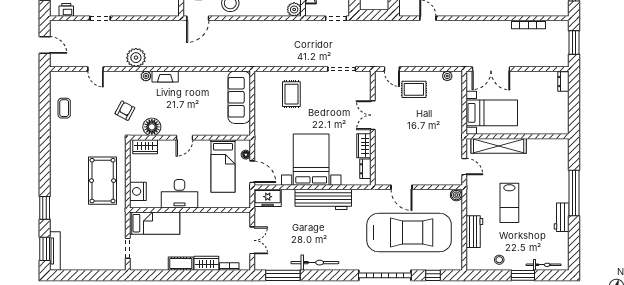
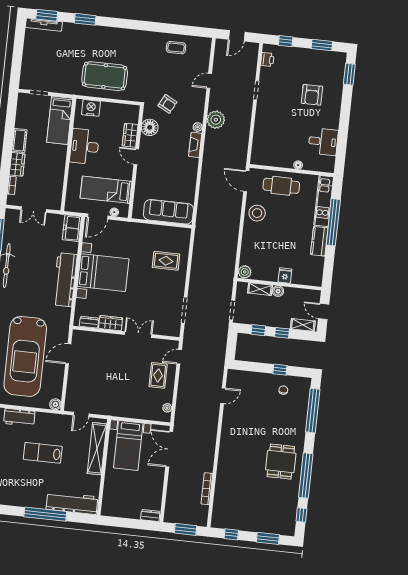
wardrobe: (145, 147) -> (130, 135), moved
workbench: (562, 217) -> (72, 503), moved, width x1.88, depth x1.32

